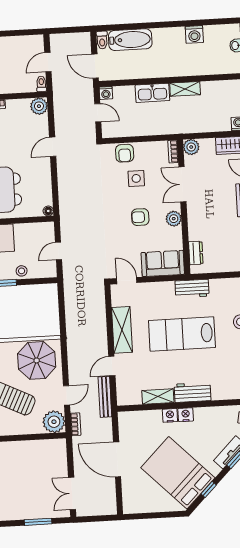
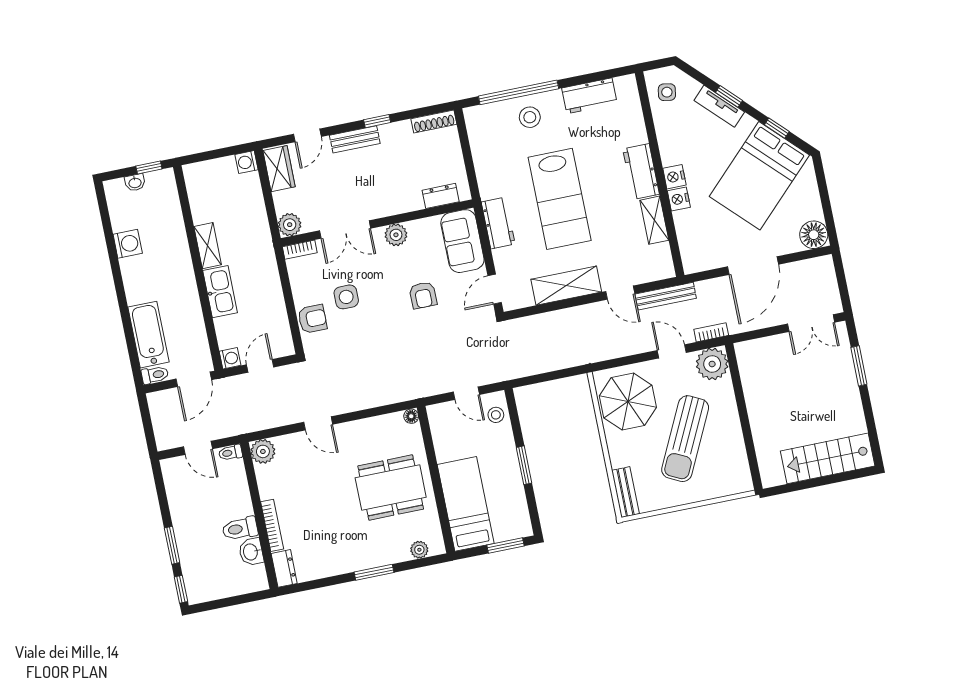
armchair: (140, 217) -> (423, 295), moved
stool: (22, 271) -> (496, 415), moved
workbench: (192, 288) -> (498, 223), moved
floor lamp: (132, 504) -> (814, 235), added

